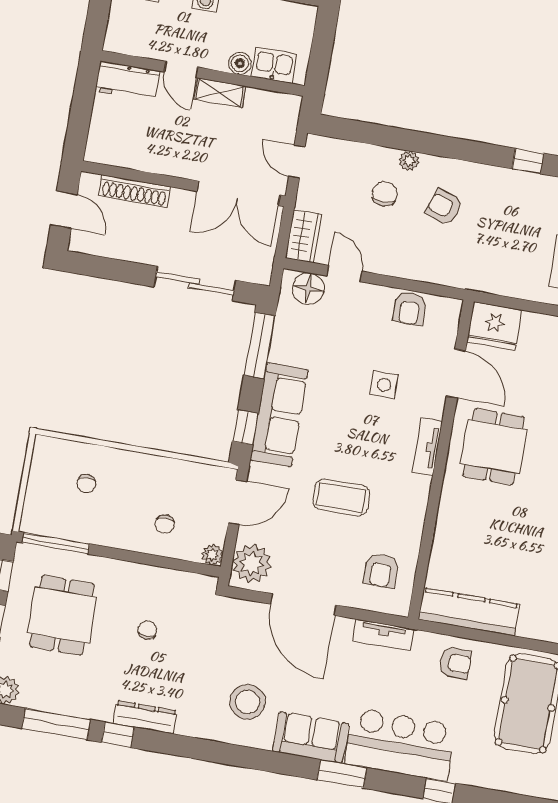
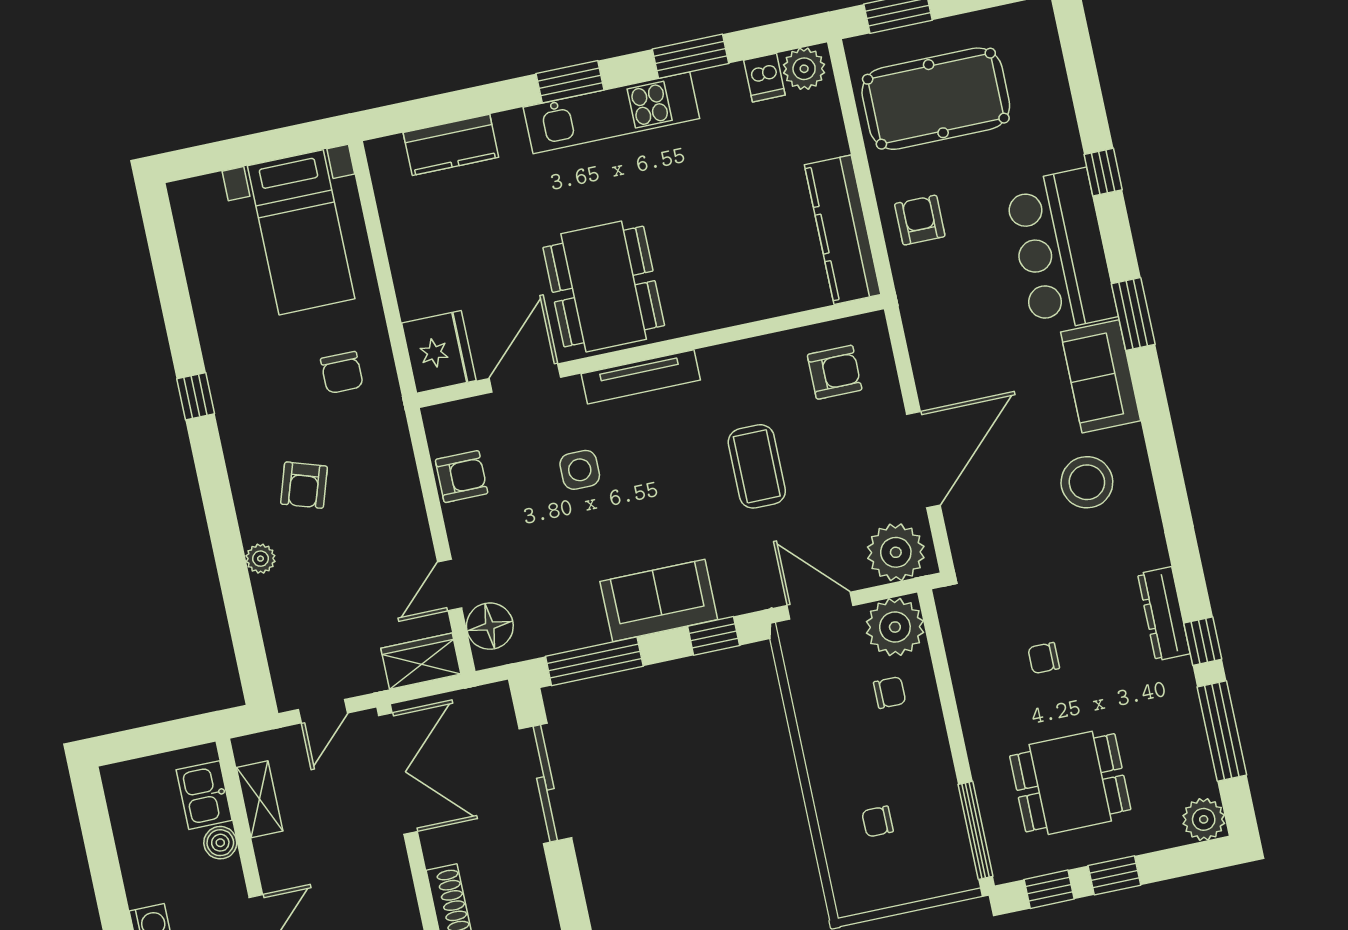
shelving: (220, 93) -> (260, 799), moved
chair: (385, 194) -> (342, 372), moved, turned -90
sofa: (279, 415) -> (659, 600), width x0.73
tv unit: (427, 447) -> (641, 377), width x1.41
dining table: (494, 447) -> (604, 287), width x1.38
chair: (86, 484) -> (878, 821), turned 180
plant: (212, 555) -> (895, 627), width x1.87, depth x1.87
tv unit: (383, 635) -> (921, 334), removed

